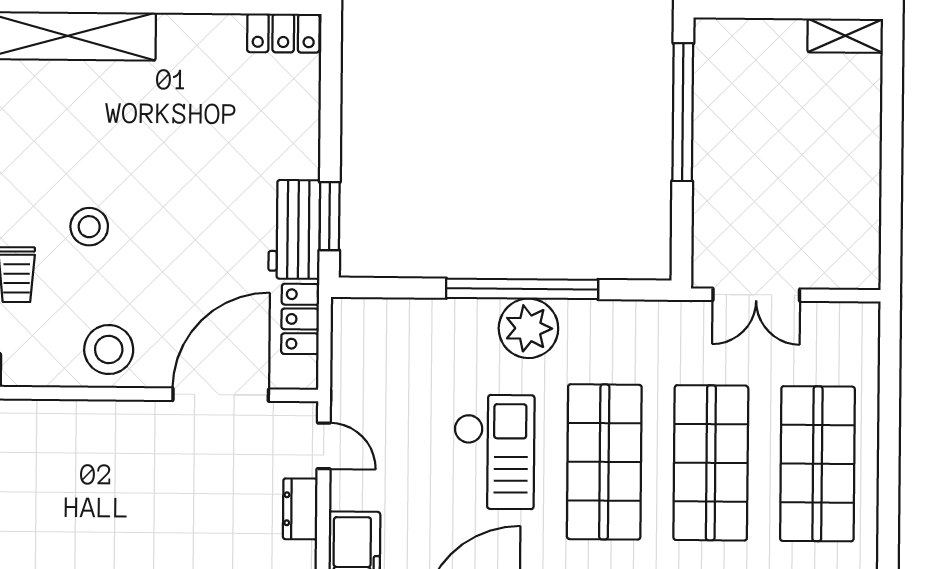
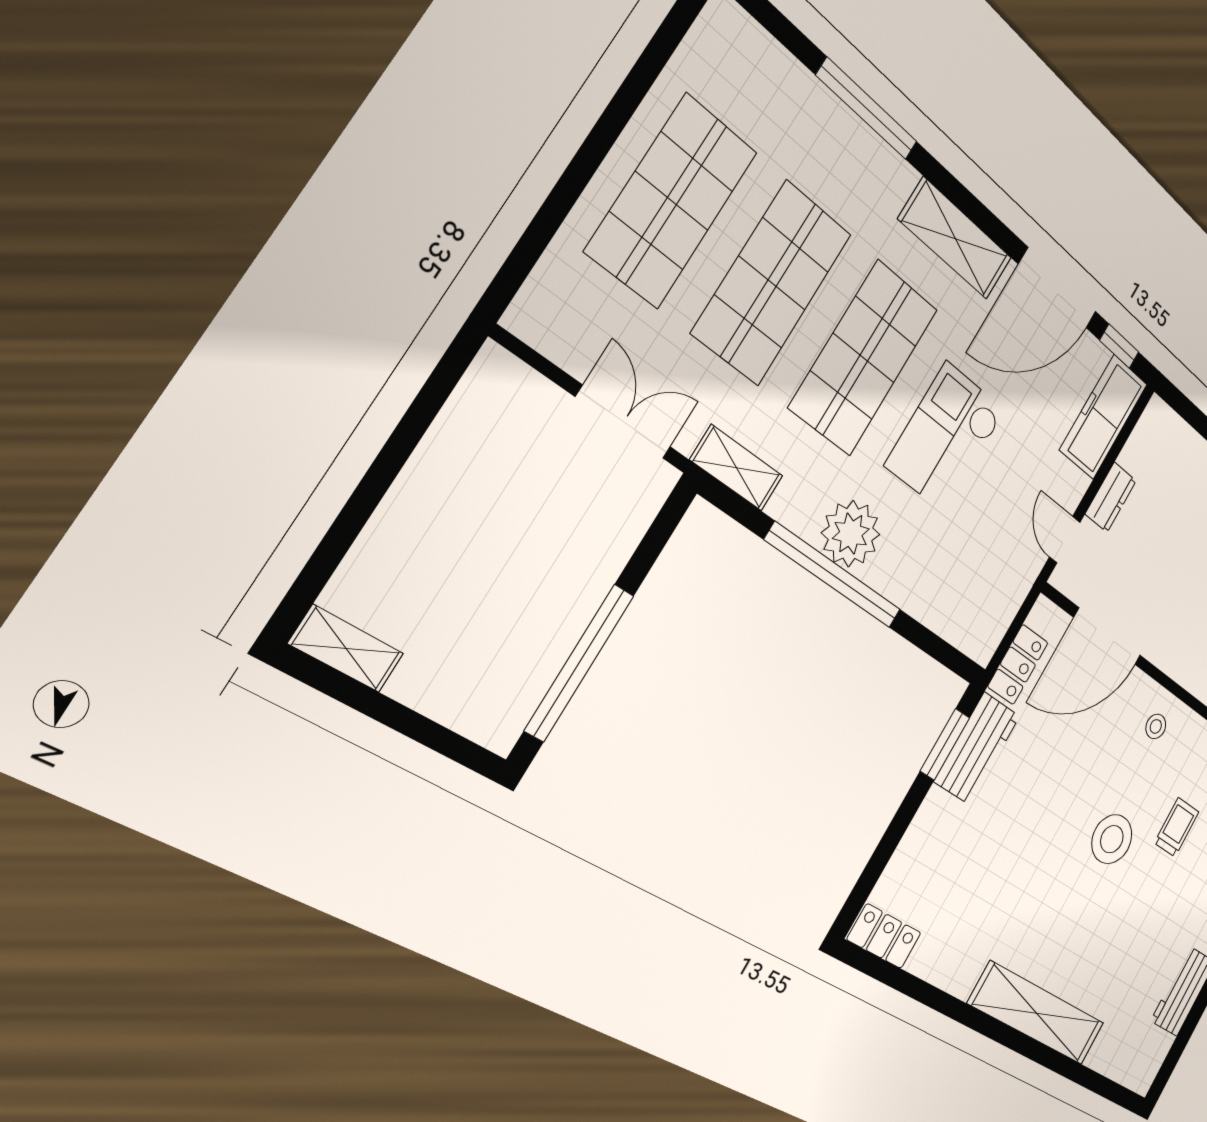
stool: (89, 227) -> (1112, 839), width x1.38, depth x1.38
shelving: (653, 317) -> (737, 468), added
stool: (109, 349) -> (1156, 726), width x0.53, depth x0.53

